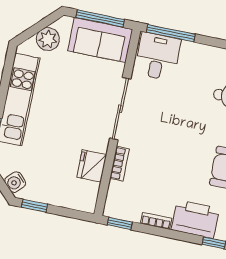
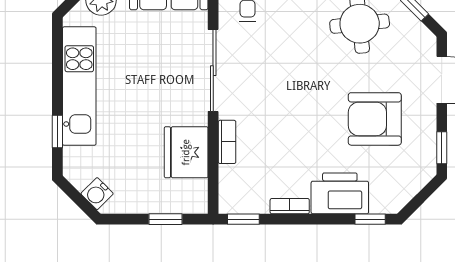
fridge: (92, 166) -> (186, 152), width x1.36, depth x1.34
window: (34, 206) -> (166, 219), moved

